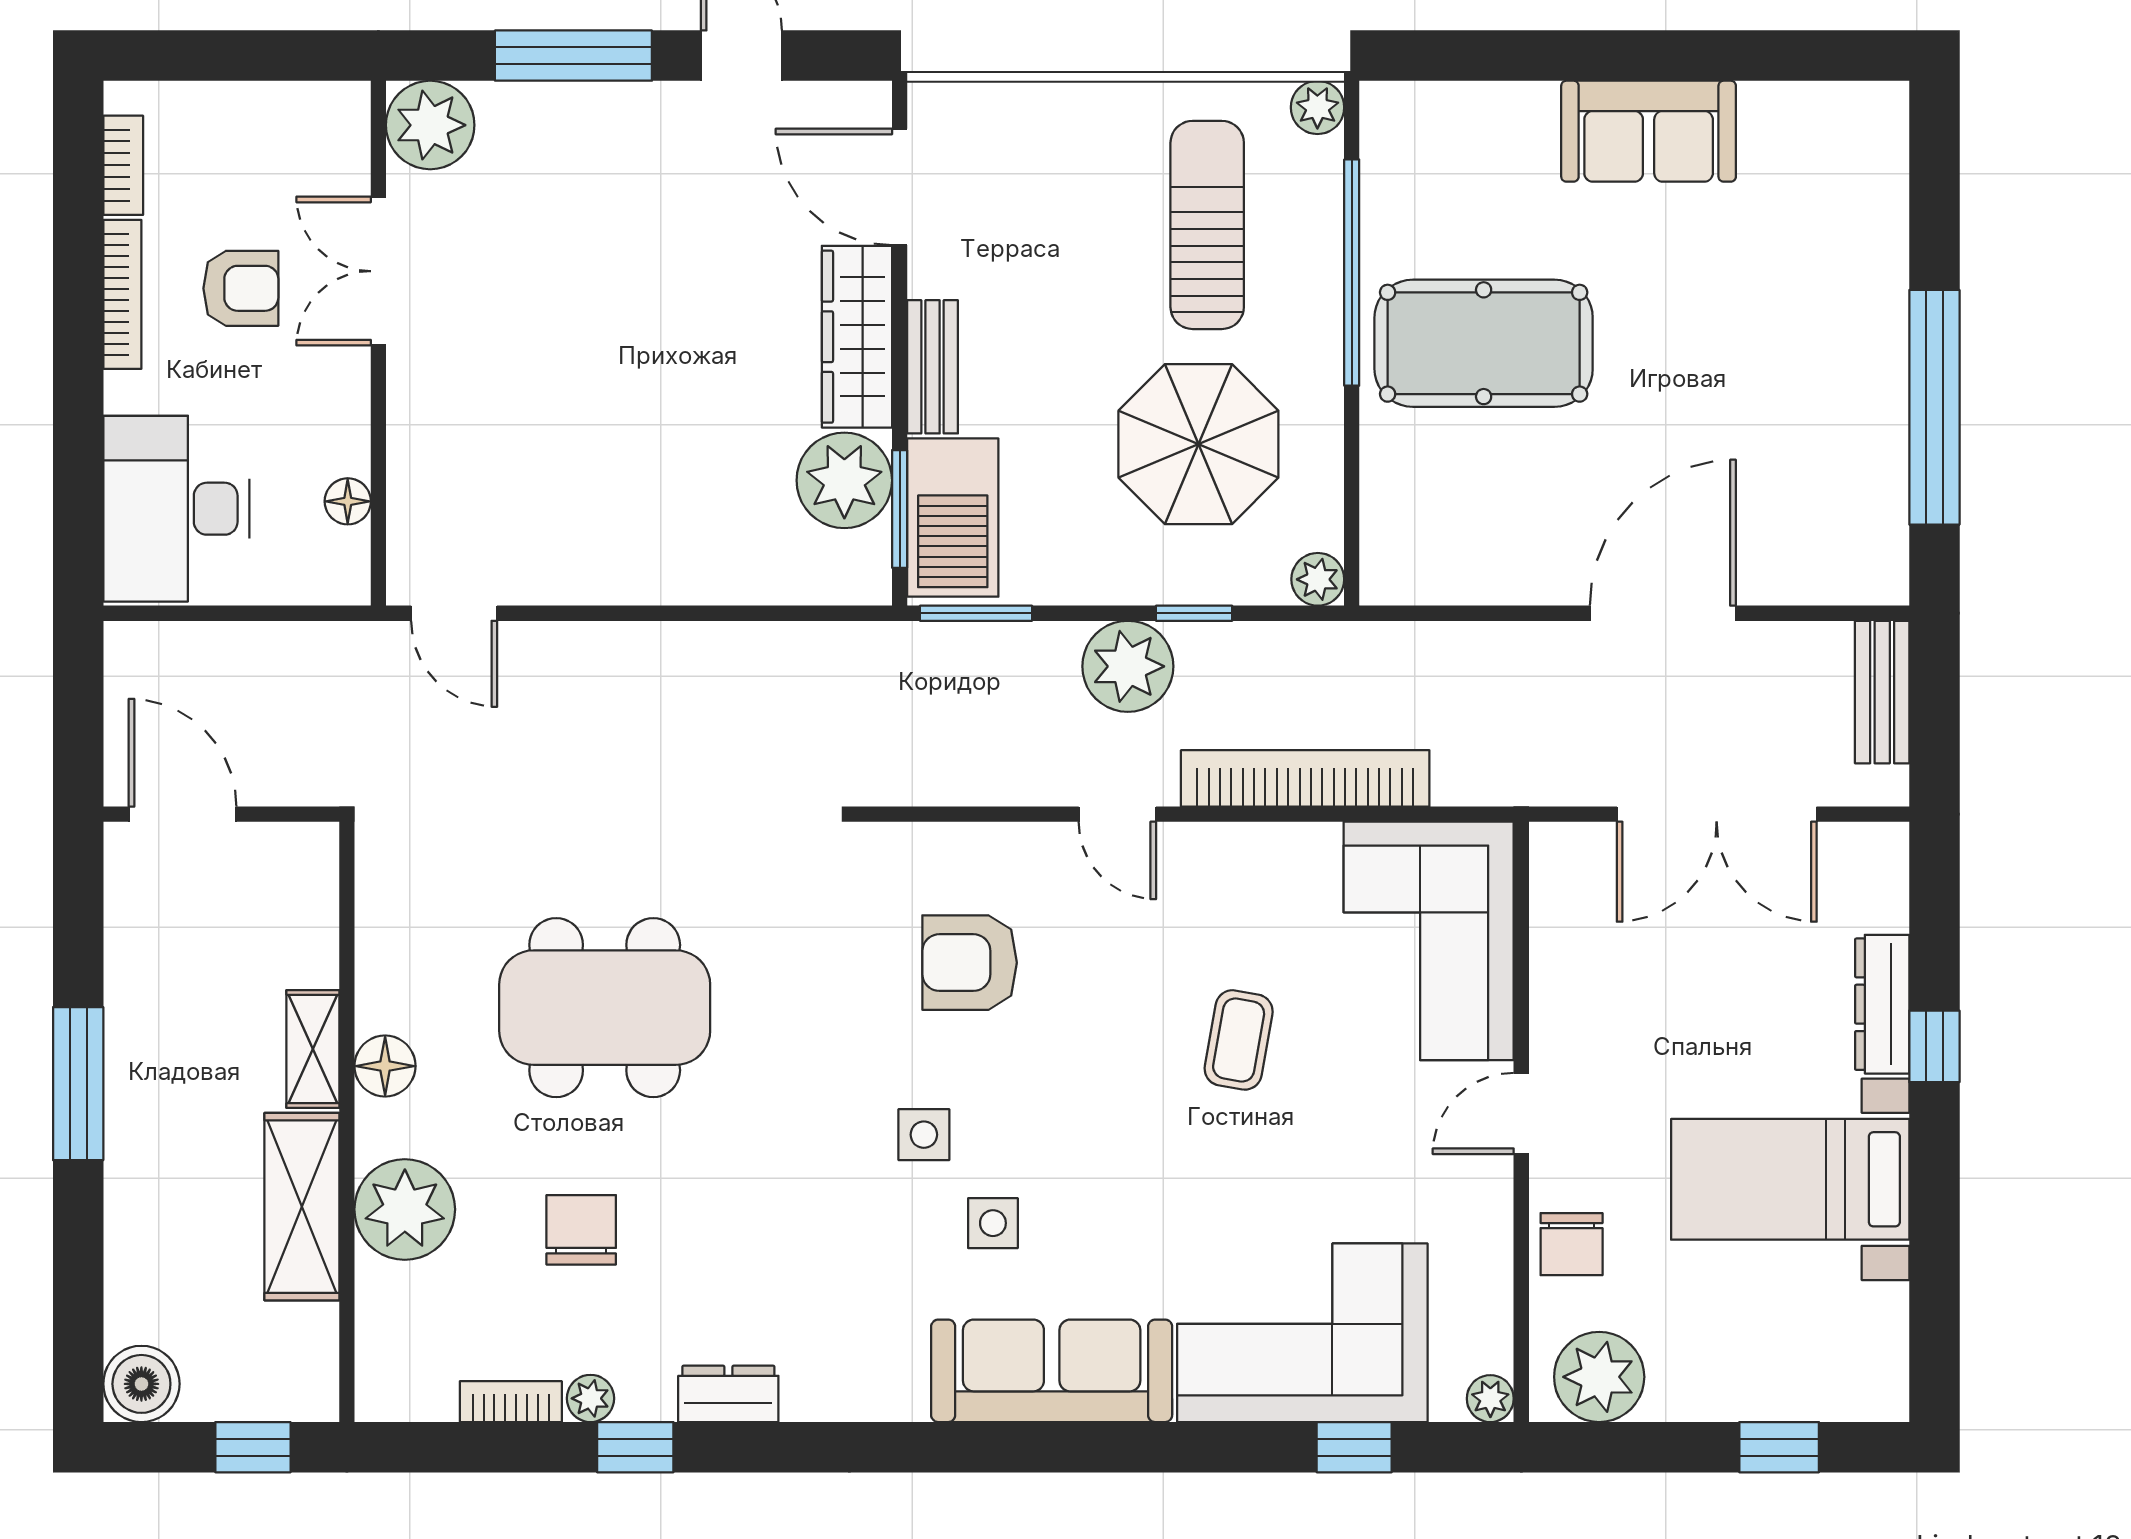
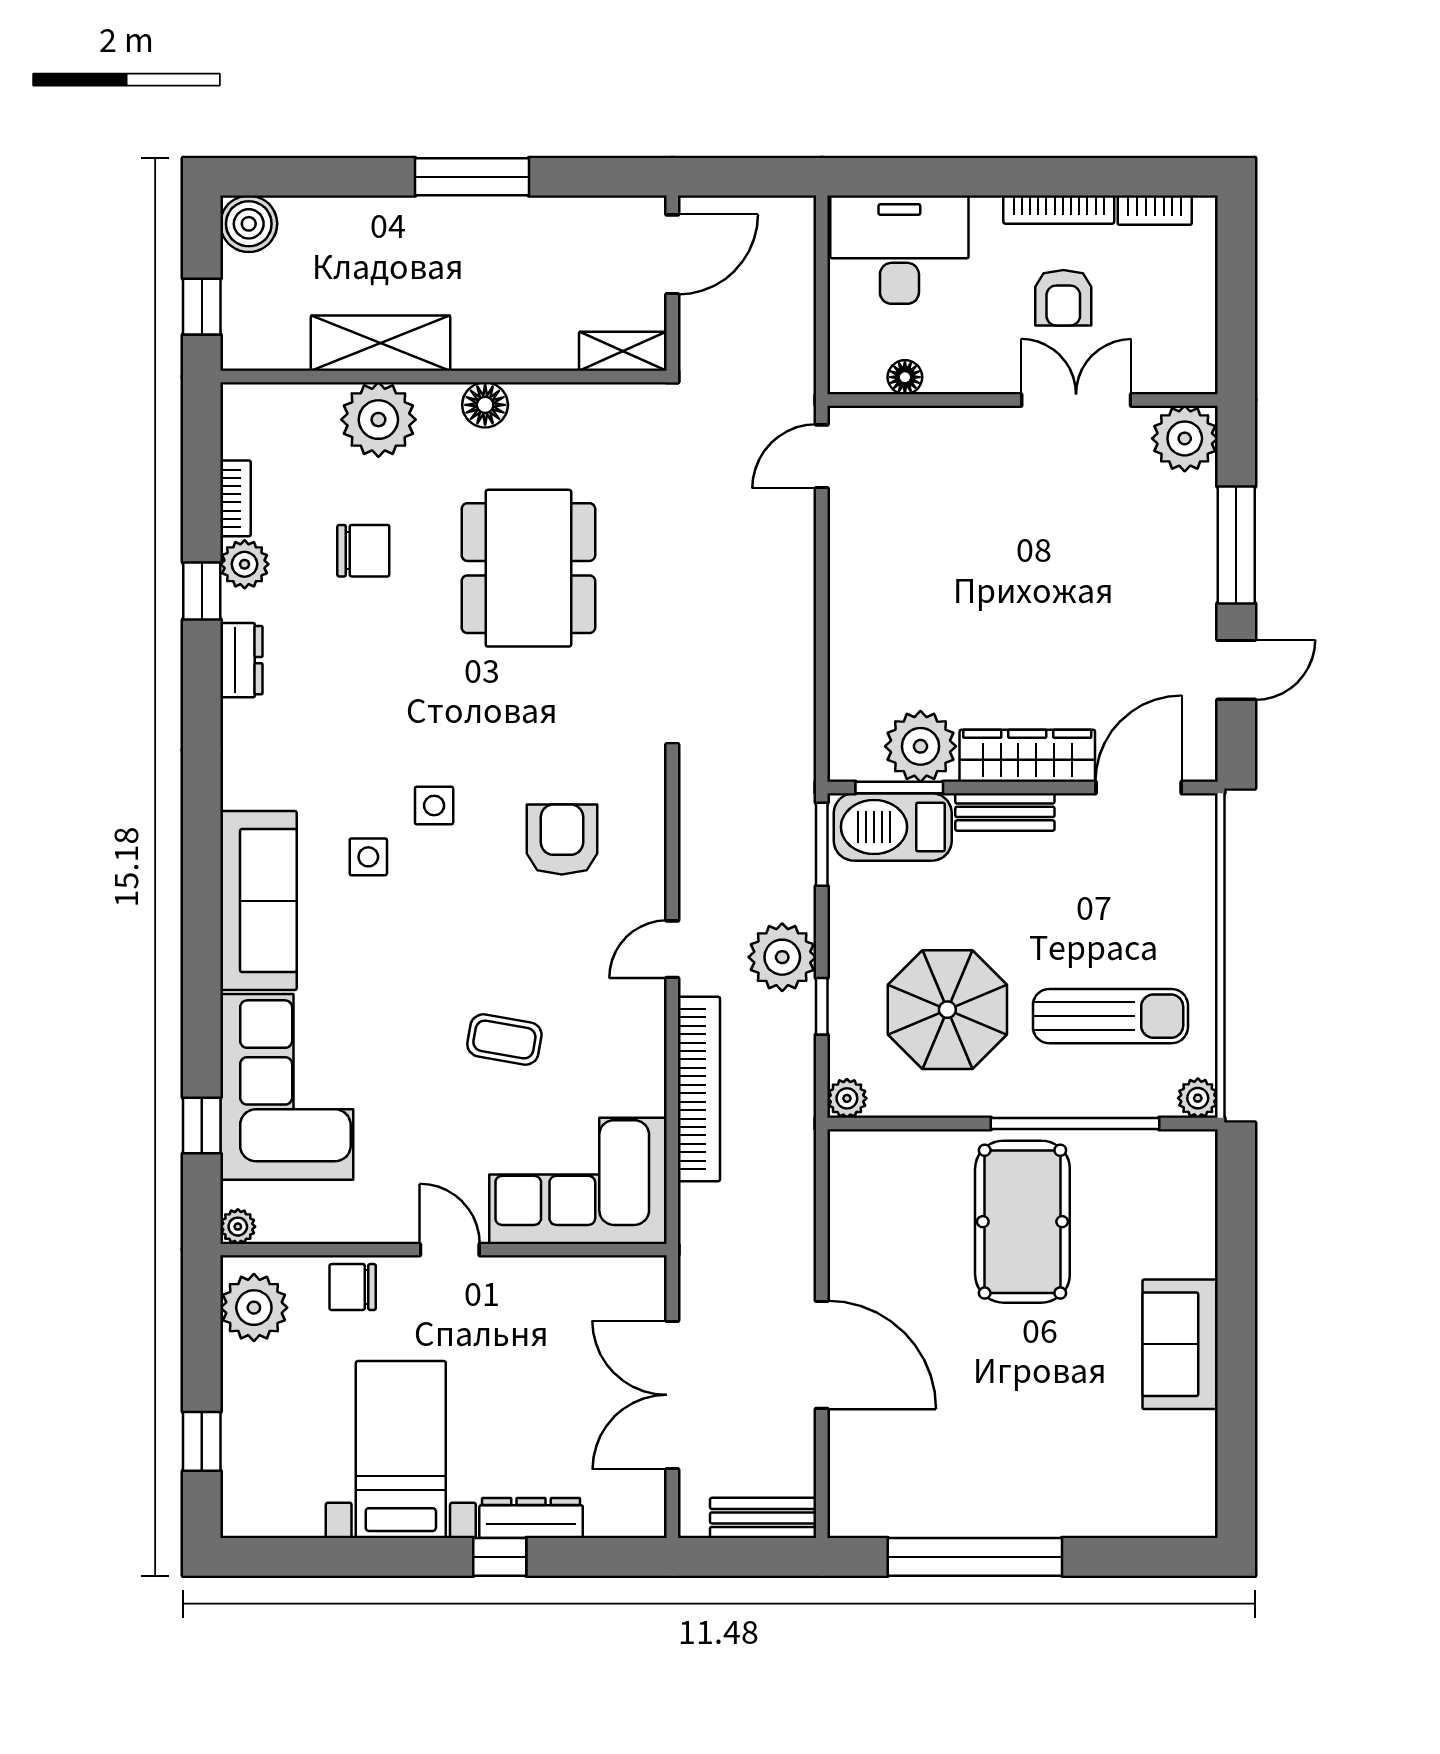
shelving: (313, 1049) -> (623, 351), moved
plant: (590, 1398) -> (245, 564), width x1.38, depth x1.38

